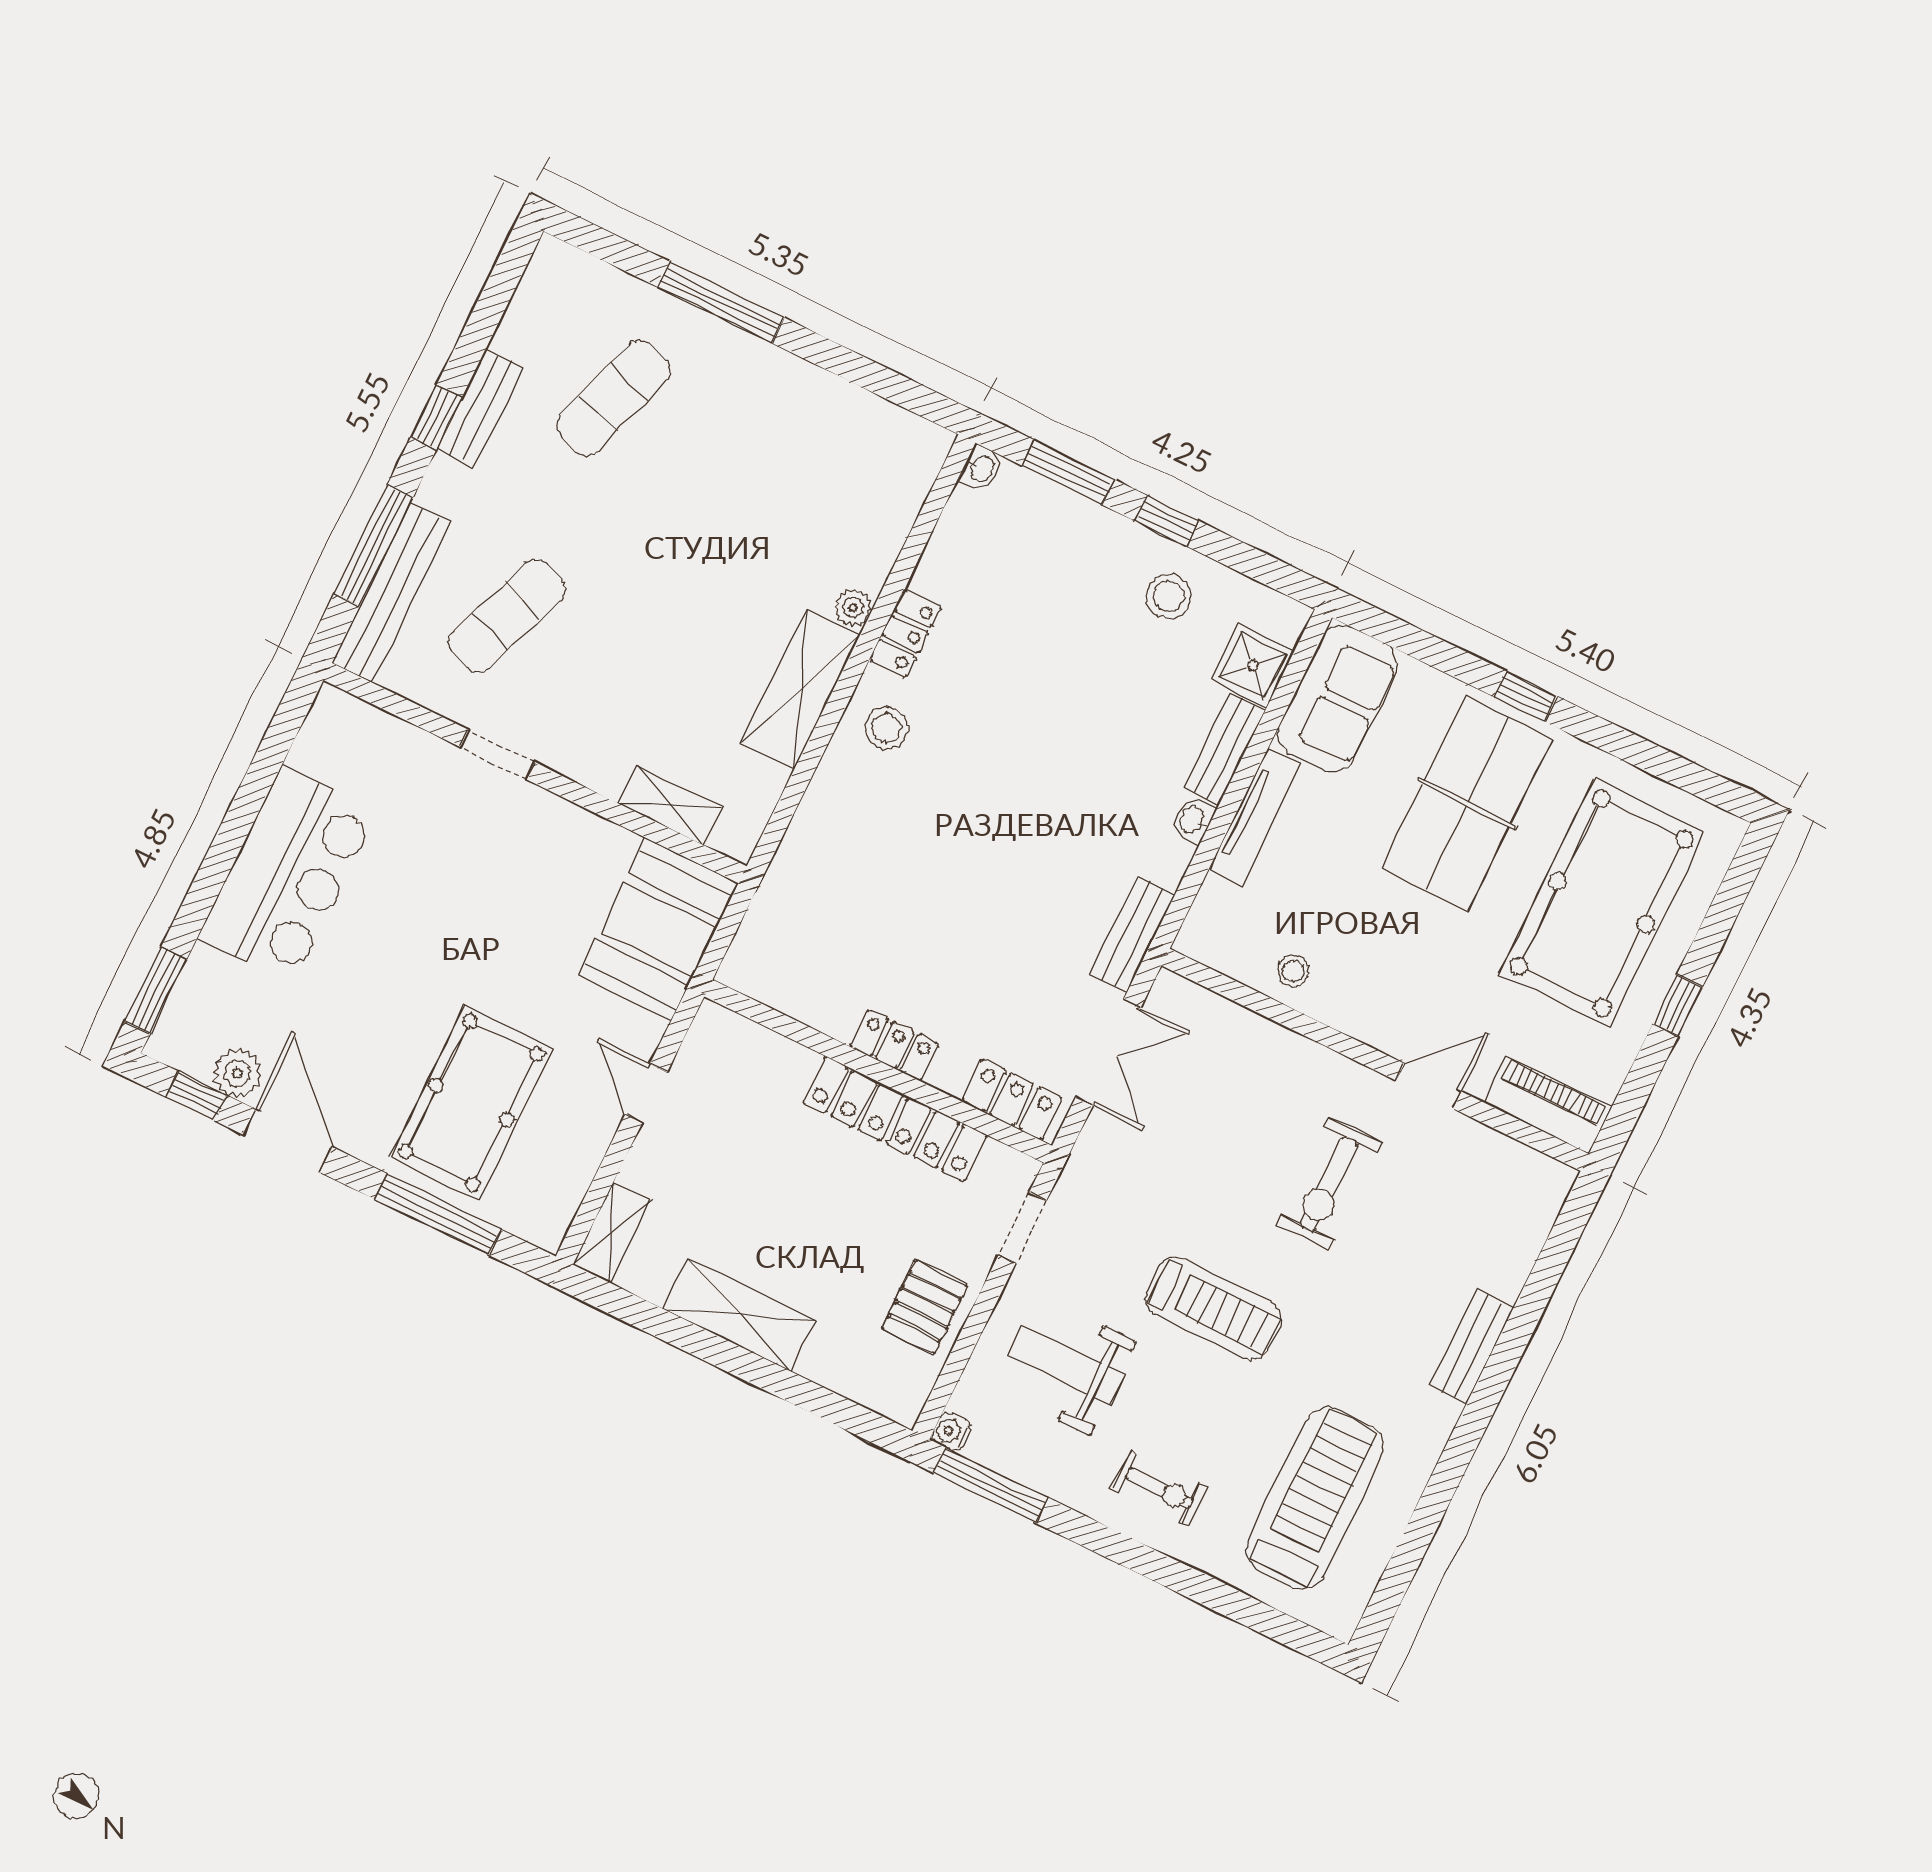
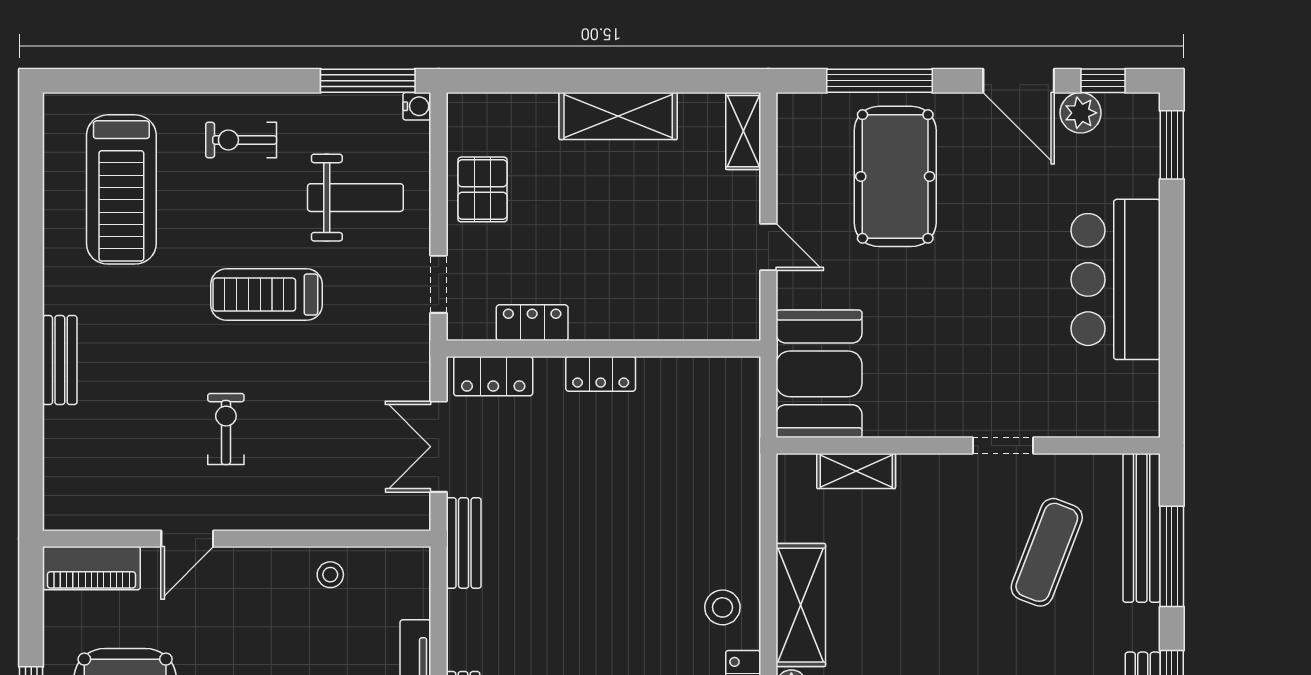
washbasin: (1193, 820) -> (461, 651), removed
locker: (895, 1119) -> (532, 323), width x0.46, depth x0.83
exercise bike: (1329, 1184) -> (226, 429), width x0.73, depth x0.72

